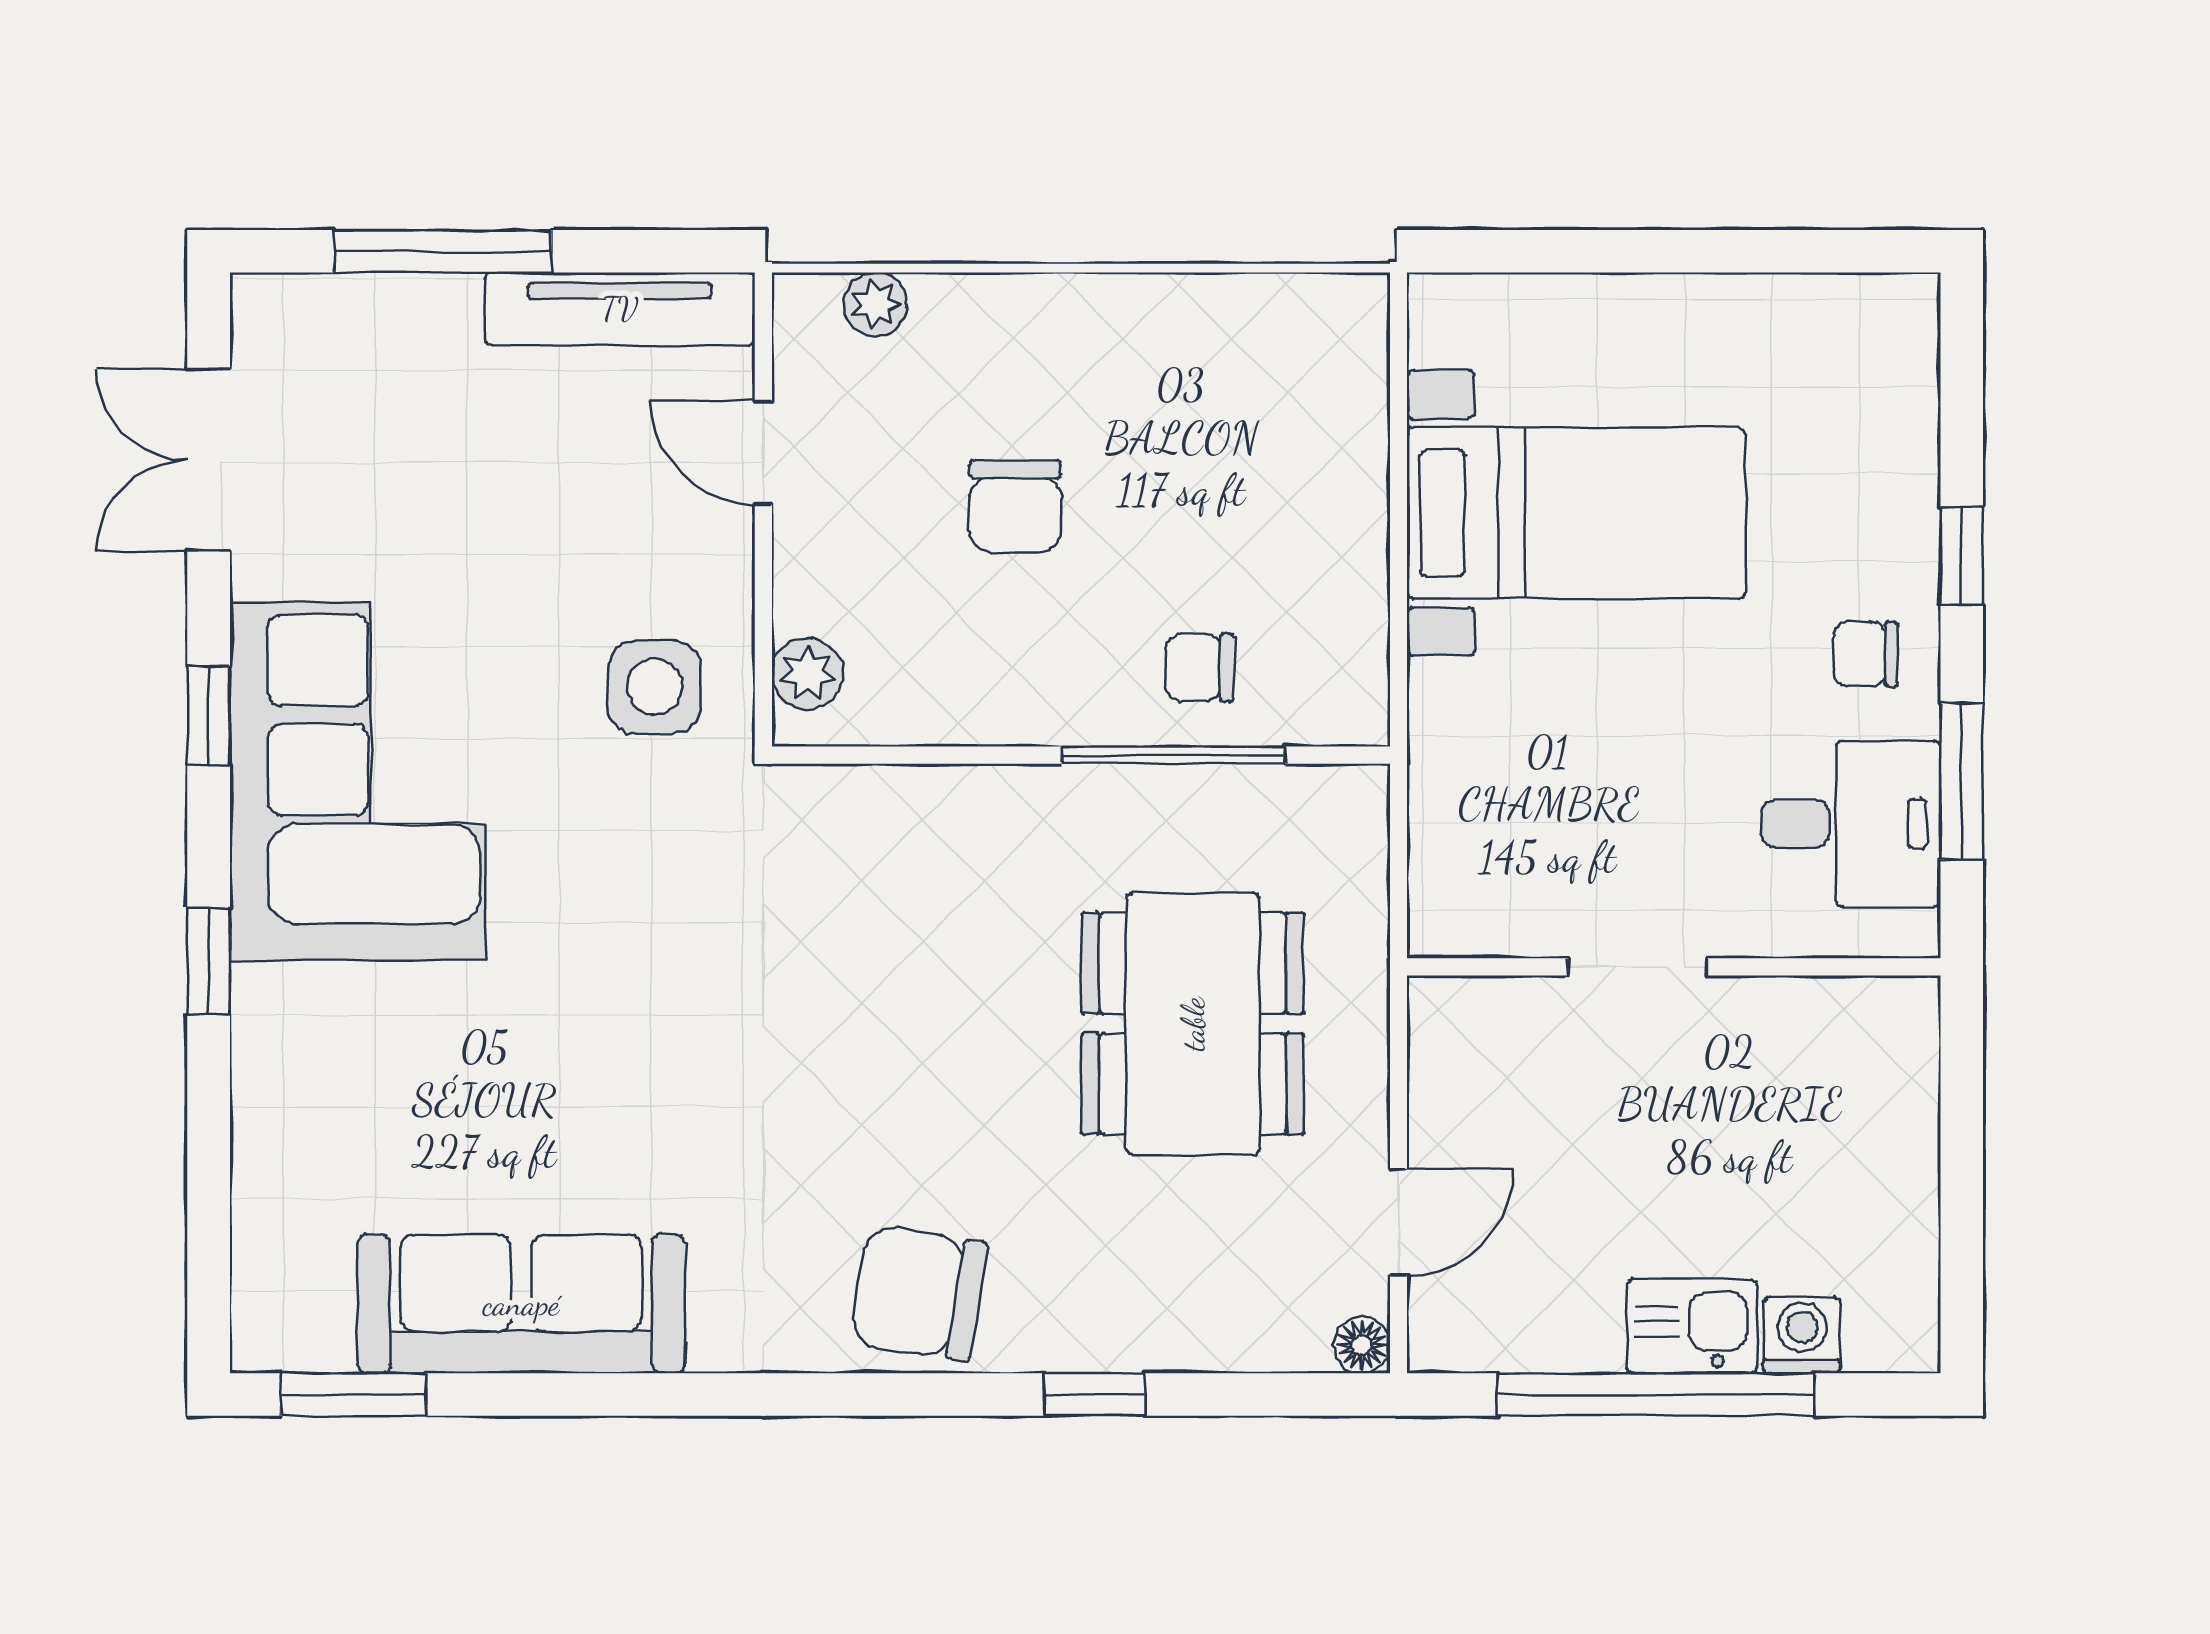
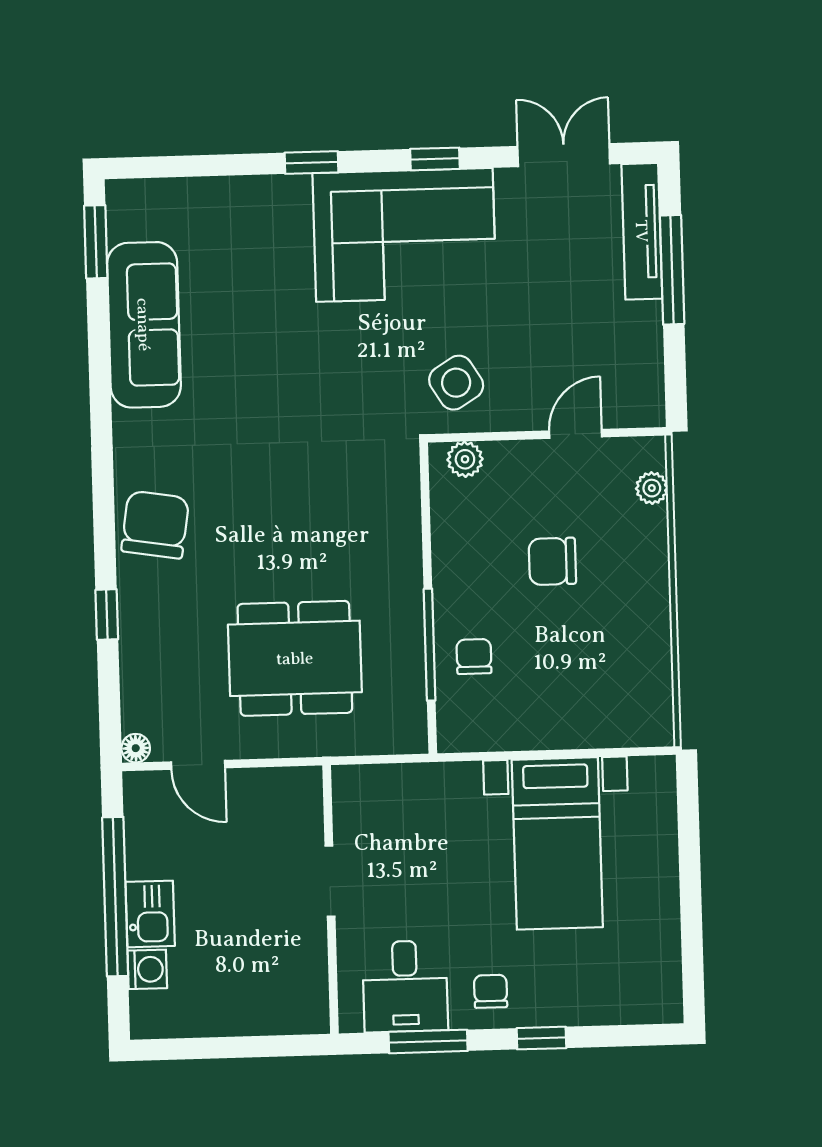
tv unit: (620, 309) -> (642, 231), moved
side table: (654, 687) -> (456, 383), turned -32

